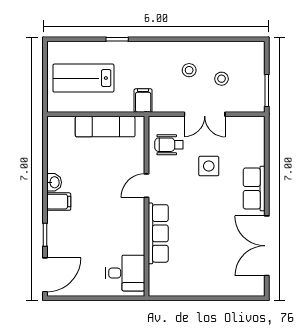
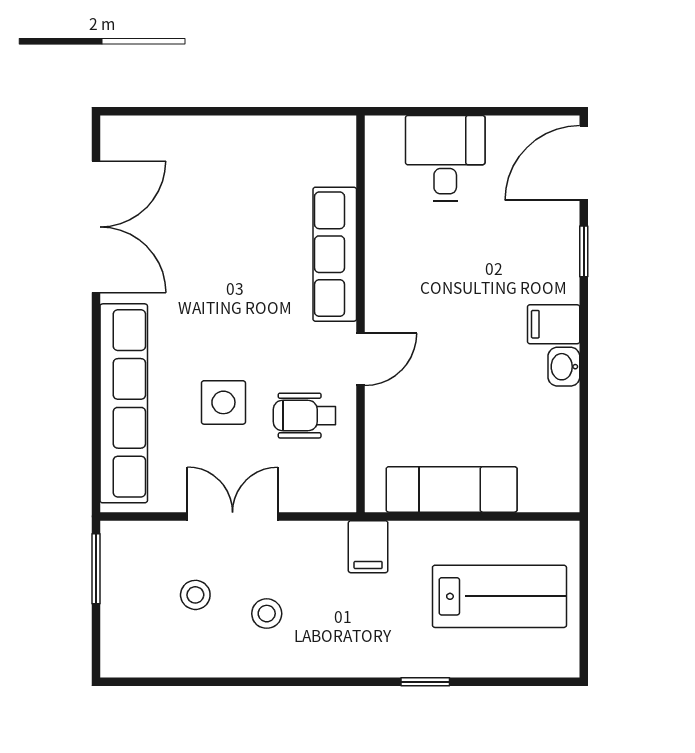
wheelchair: (169, 145) -> (305, 416), moved, turned 180
row of seats: (254, 188) -> (124, 403), width x2.02
desk: (125, 273) -> (445, 158), moved, turned 90

